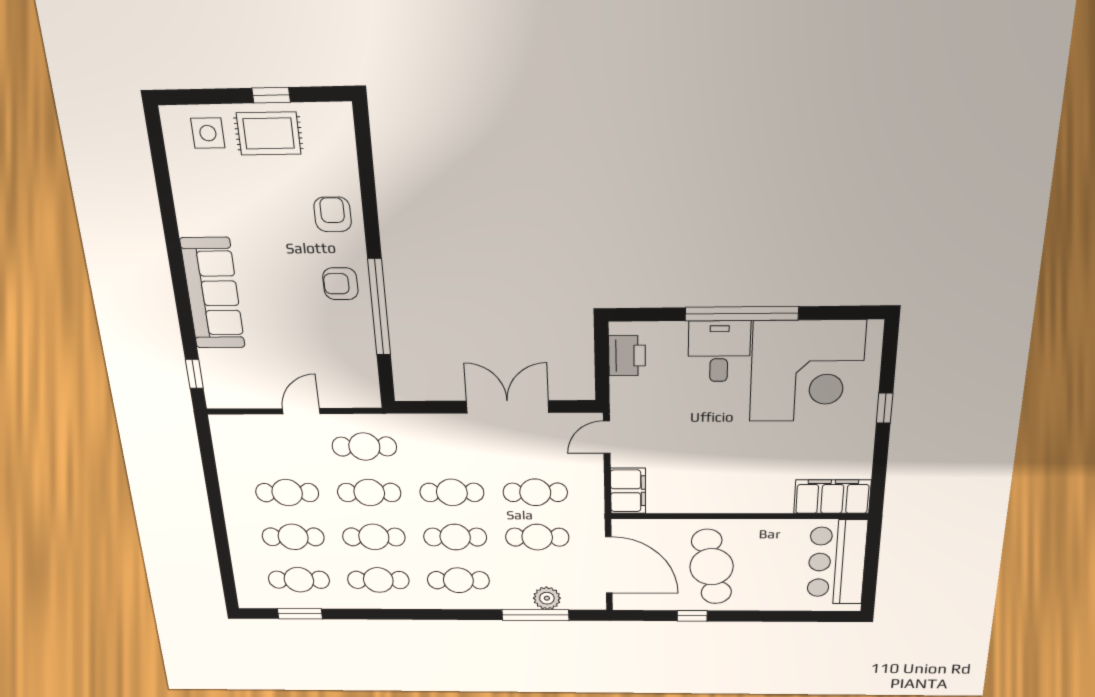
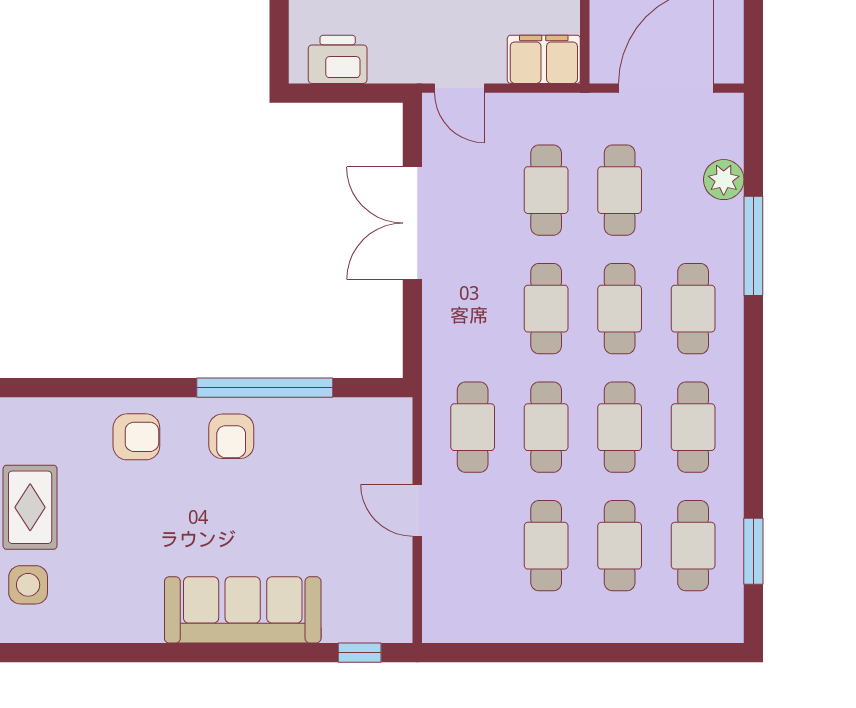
armchair: (333, 214) -> (136, 437), turned 180
window: (535, 615) -> (753, 246), moved

